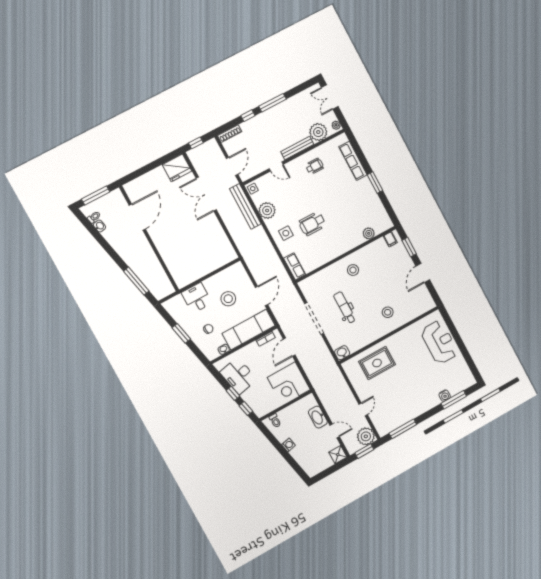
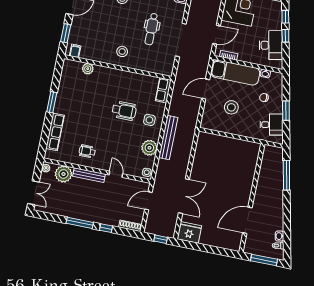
bench: (245, 206) -> (168, 137), moved
desk: (197, 298) -> (271, 125), moved, turned -102

